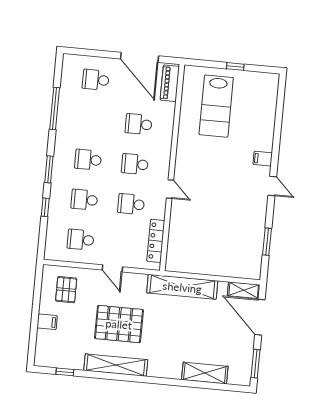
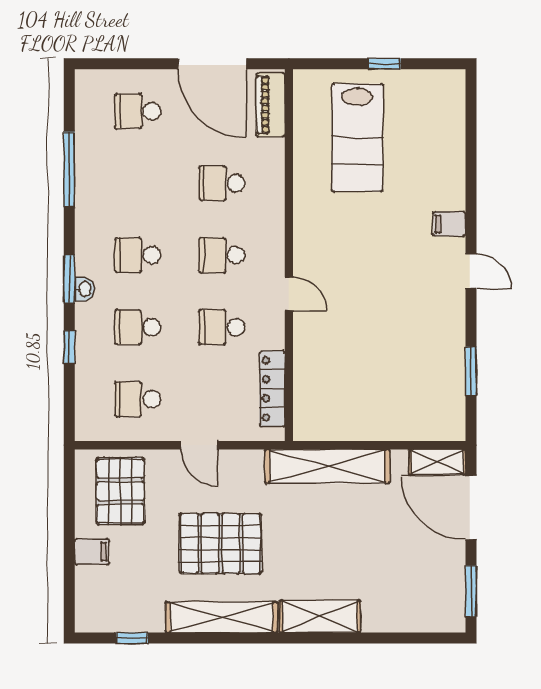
washbasin: (57, 176) -> (84, 289), added
pallet: (66, 290) -> (120, 491), width x1.50, depth x1.42
shelving: (205, 373) -> (320, 616), moved

